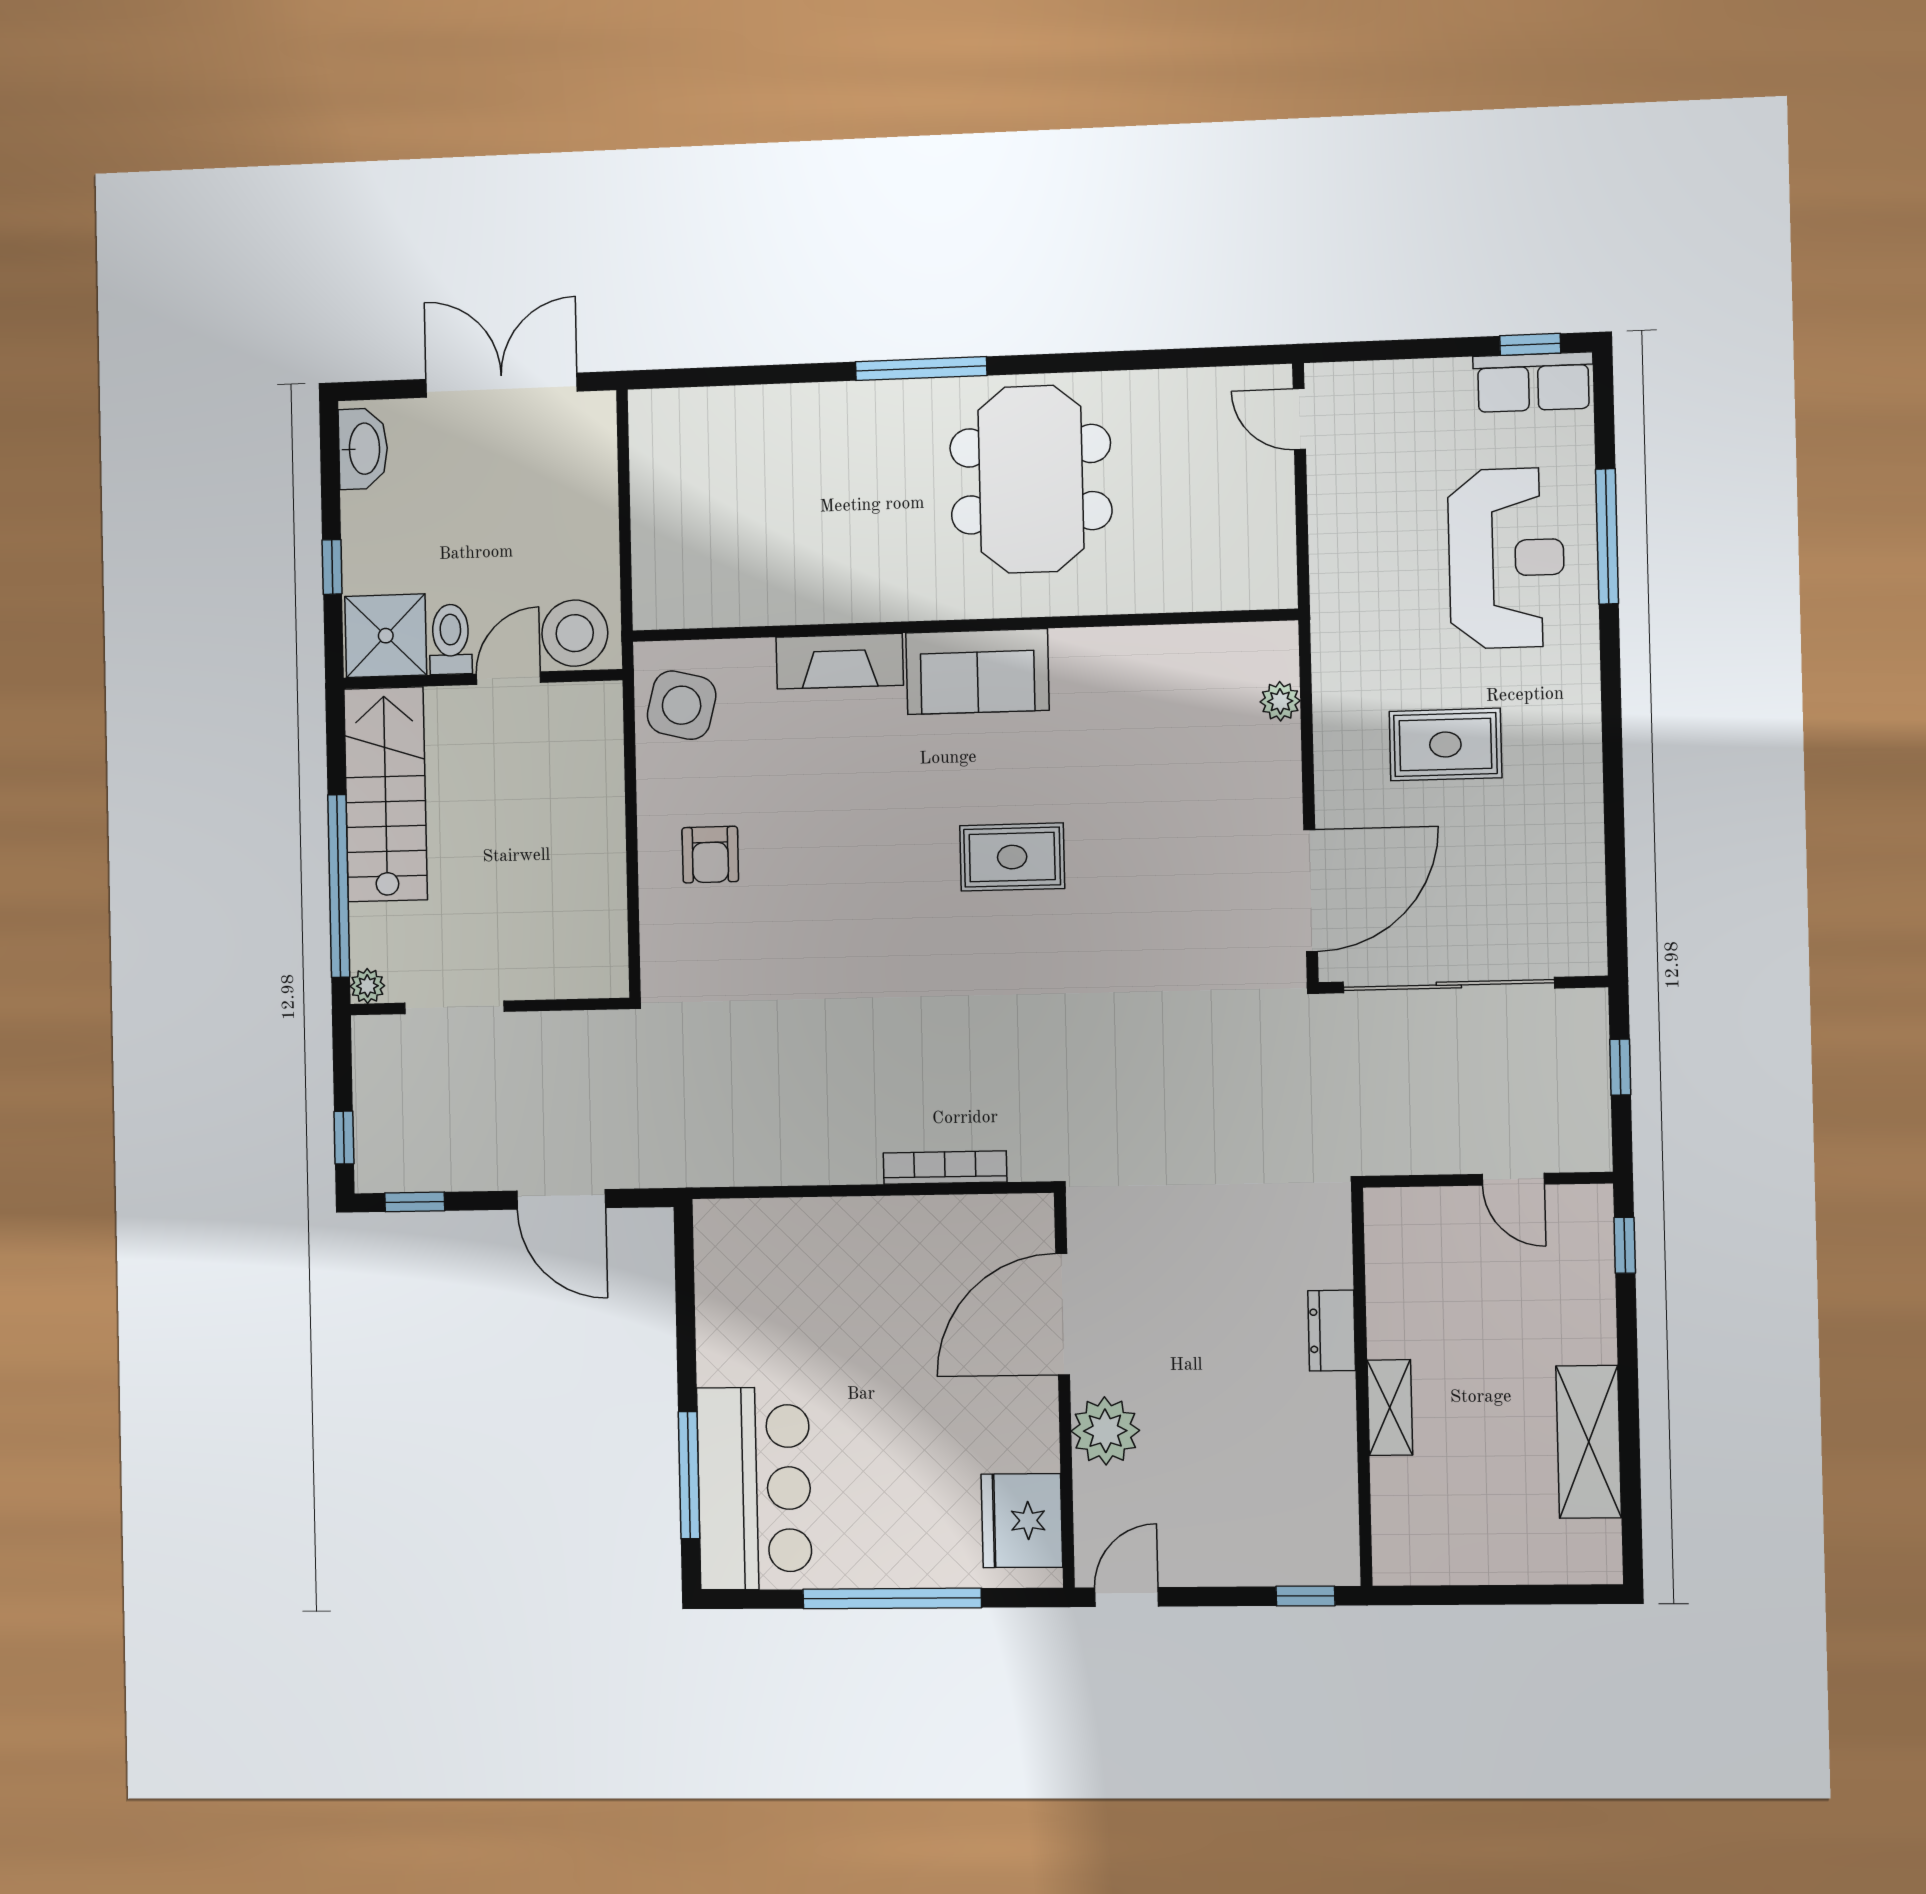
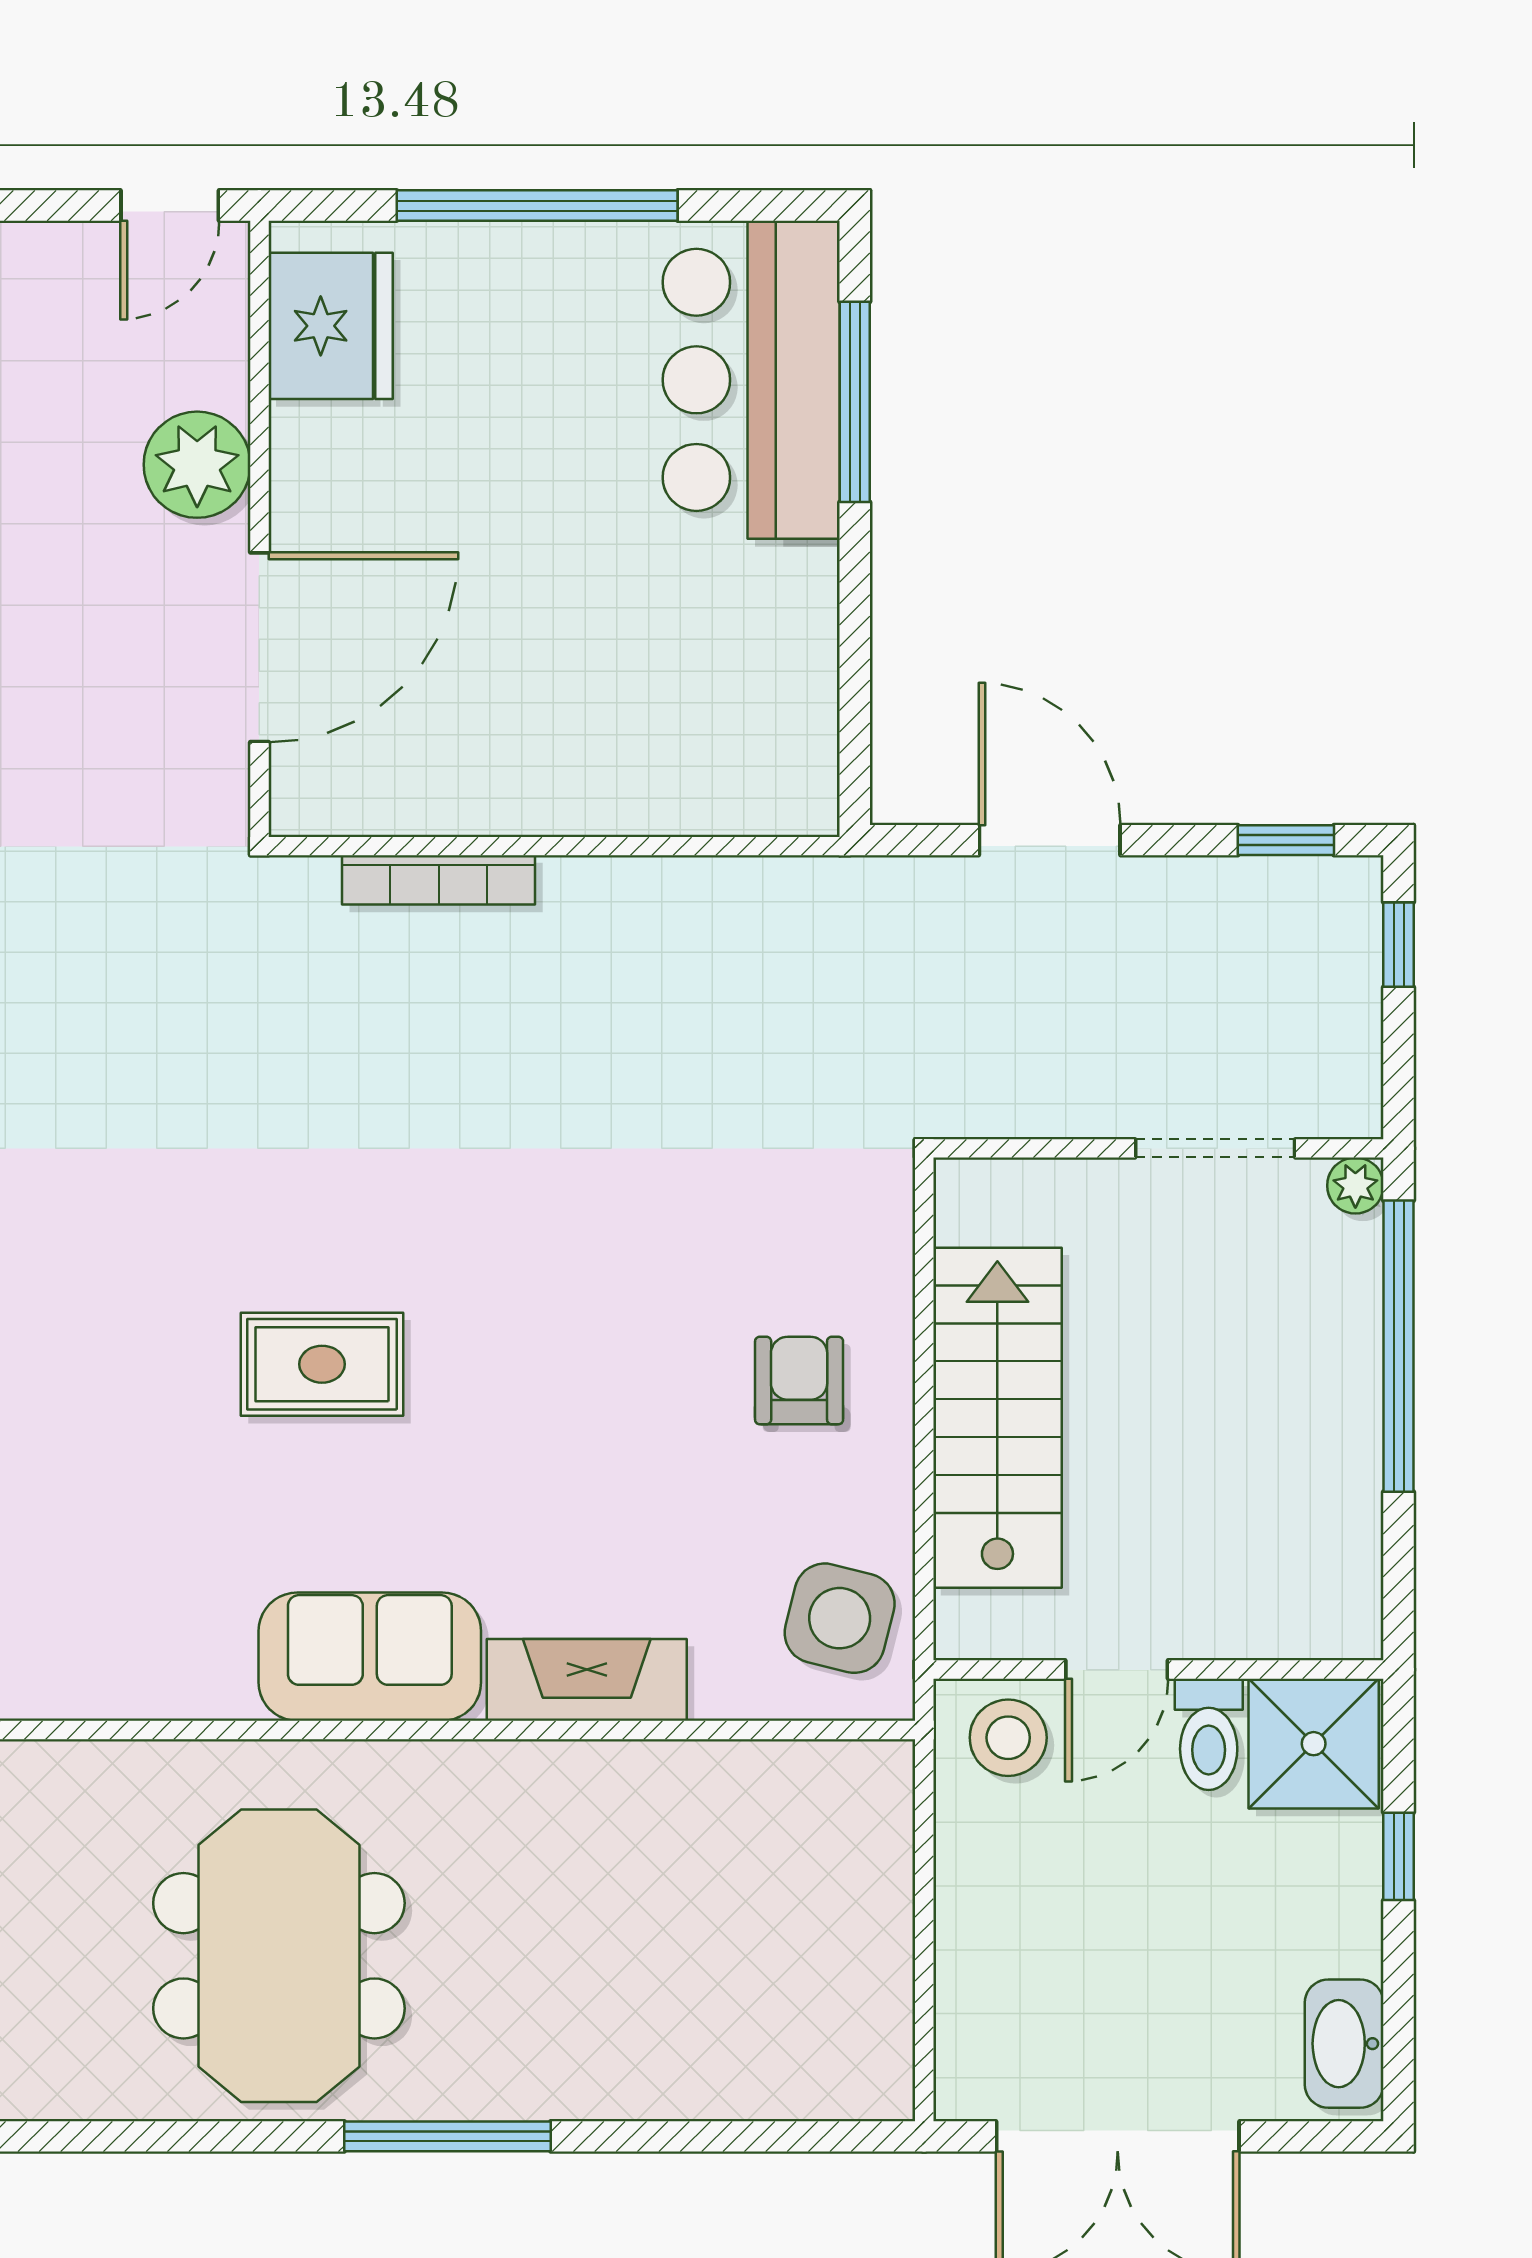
stool: (575, 633) -> (1008, 1738), width x0.73, depth x0.73
stairs: (386, 794) -> (997, 1418), moved, turned 180

